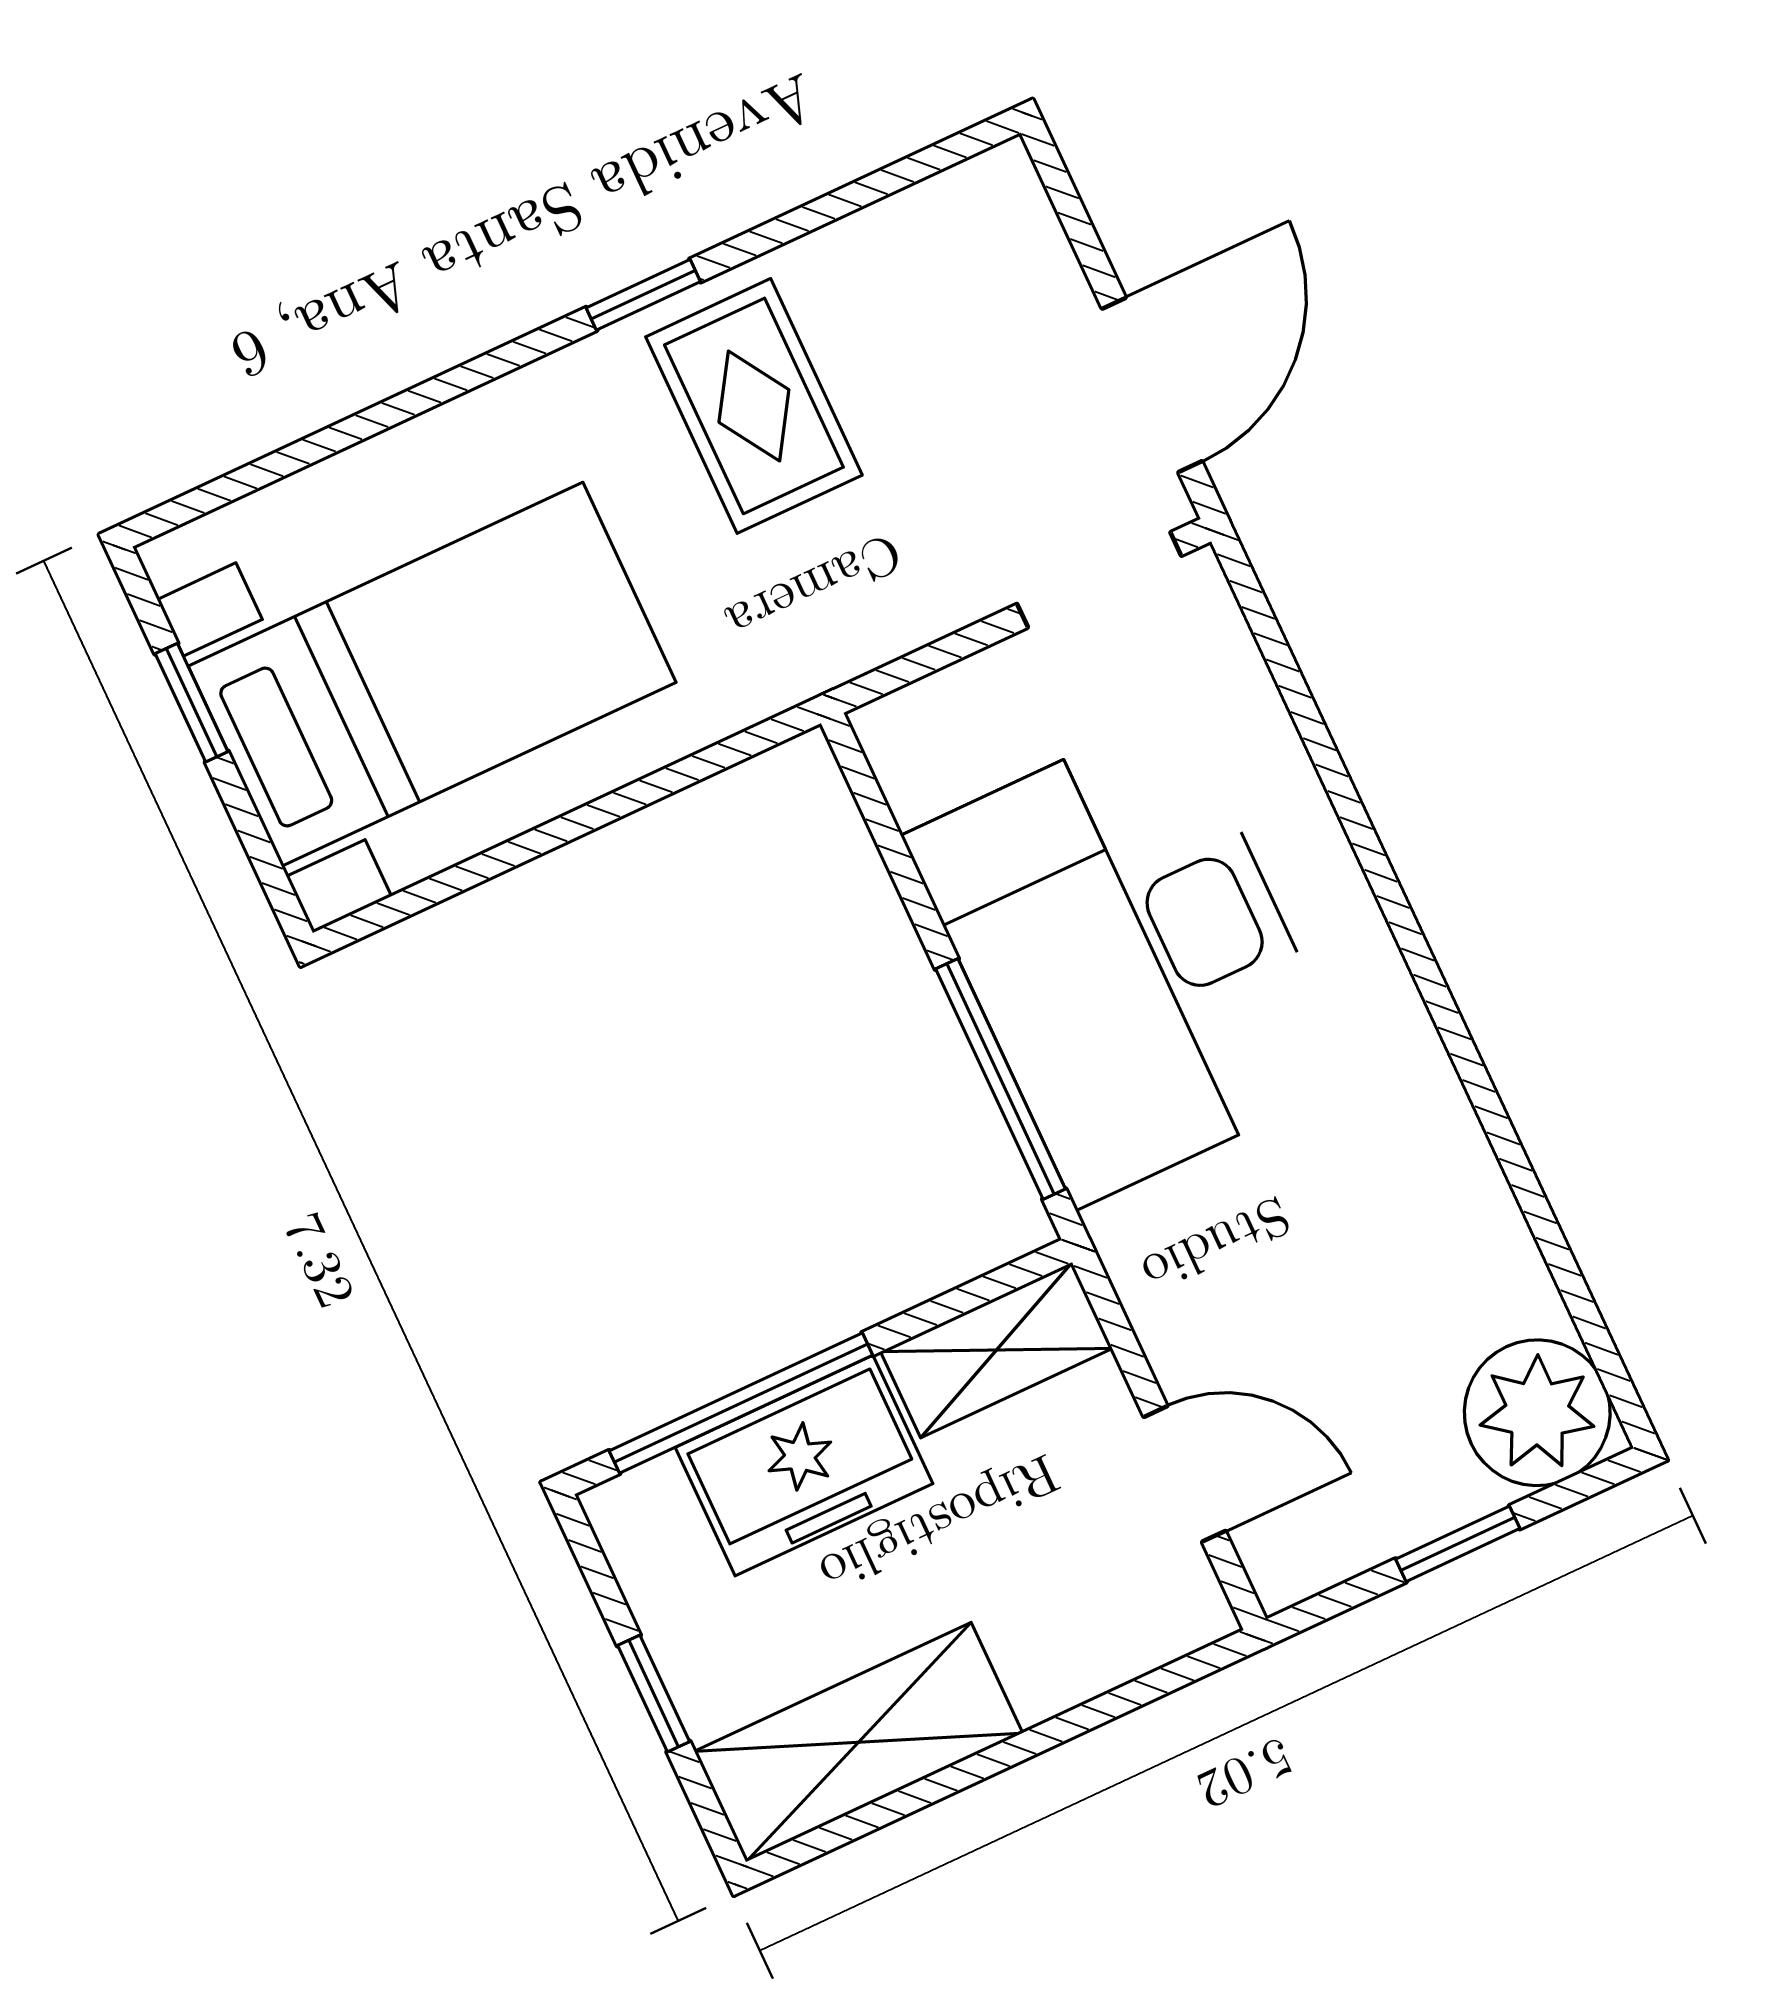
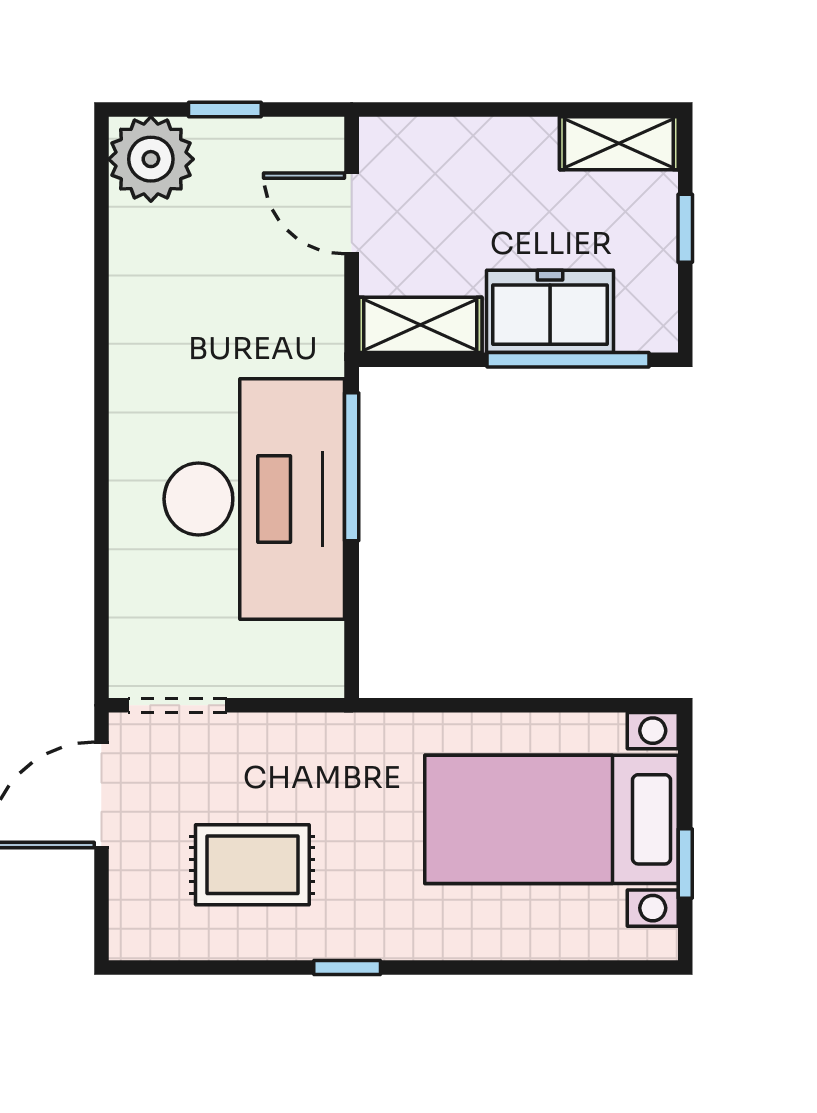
rug: (754, 406) -> (252, 865), moved, turned 90
shelving: (859, 1742) -> (619, 143), width x0.67, depth x0.75

